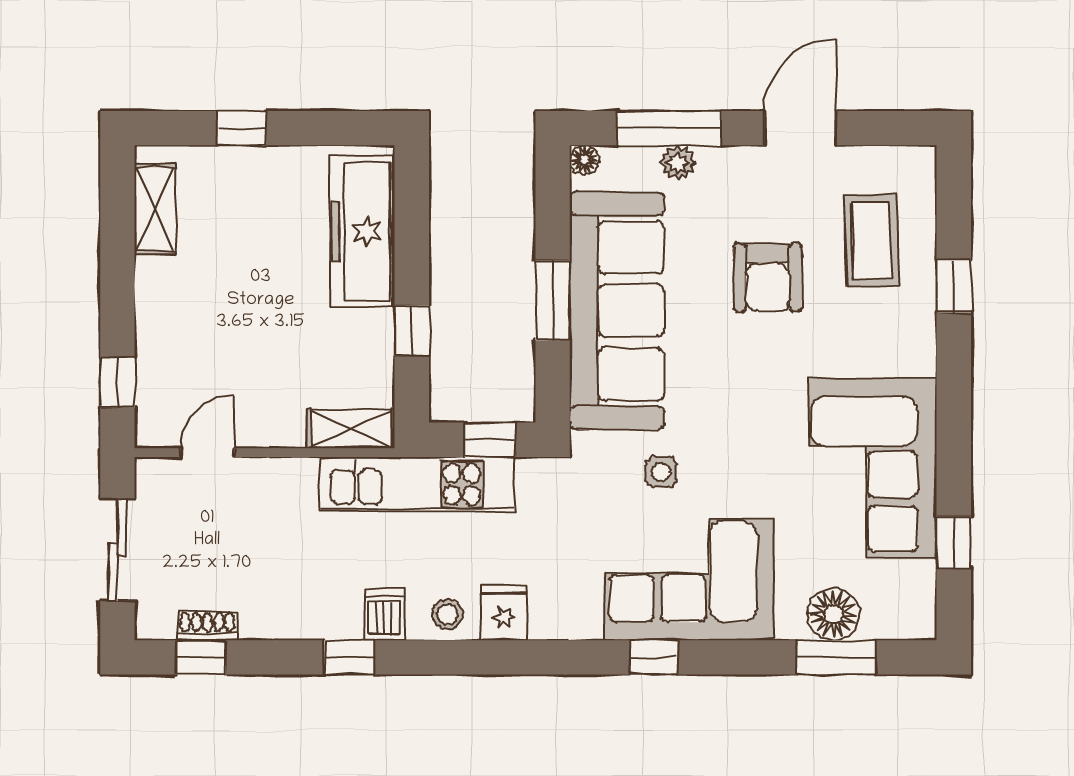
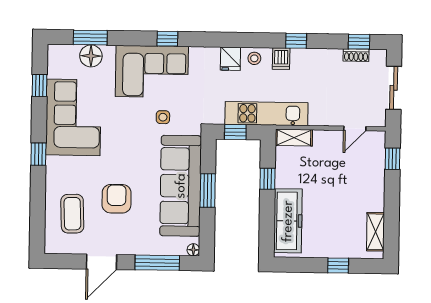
plant: (678, 163) -> (154, 248), removed
window: (954, 286) -> (38, 154), moved

